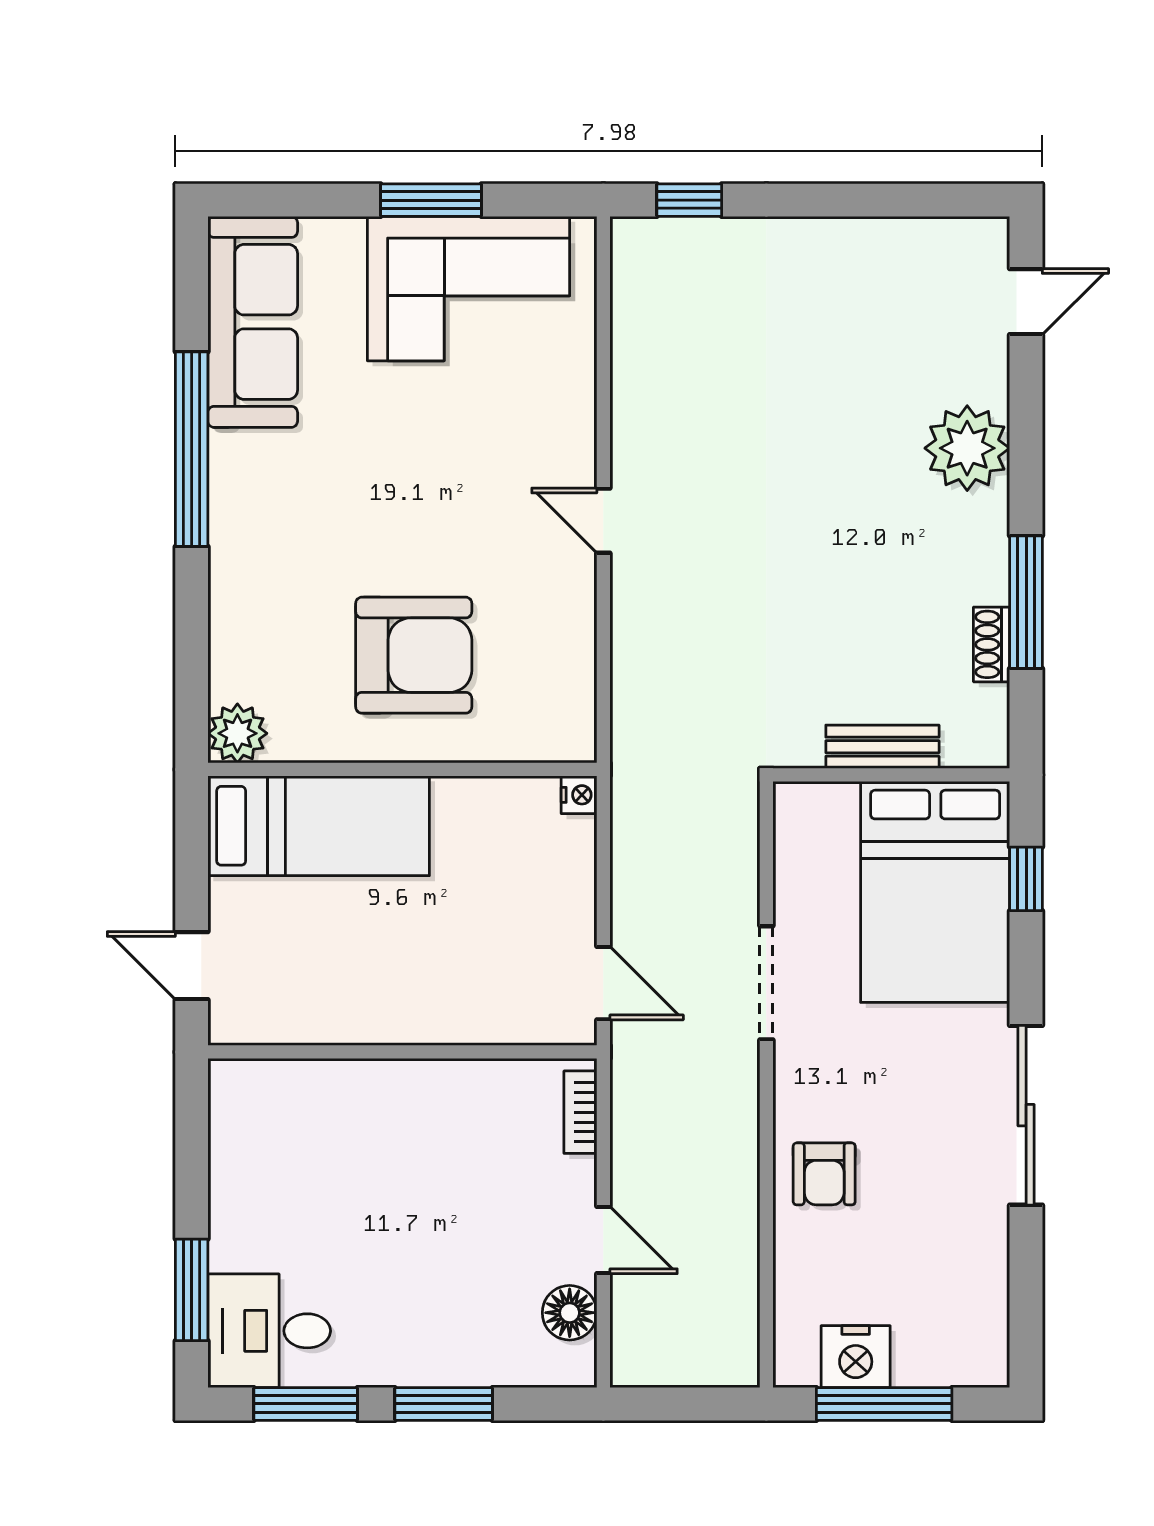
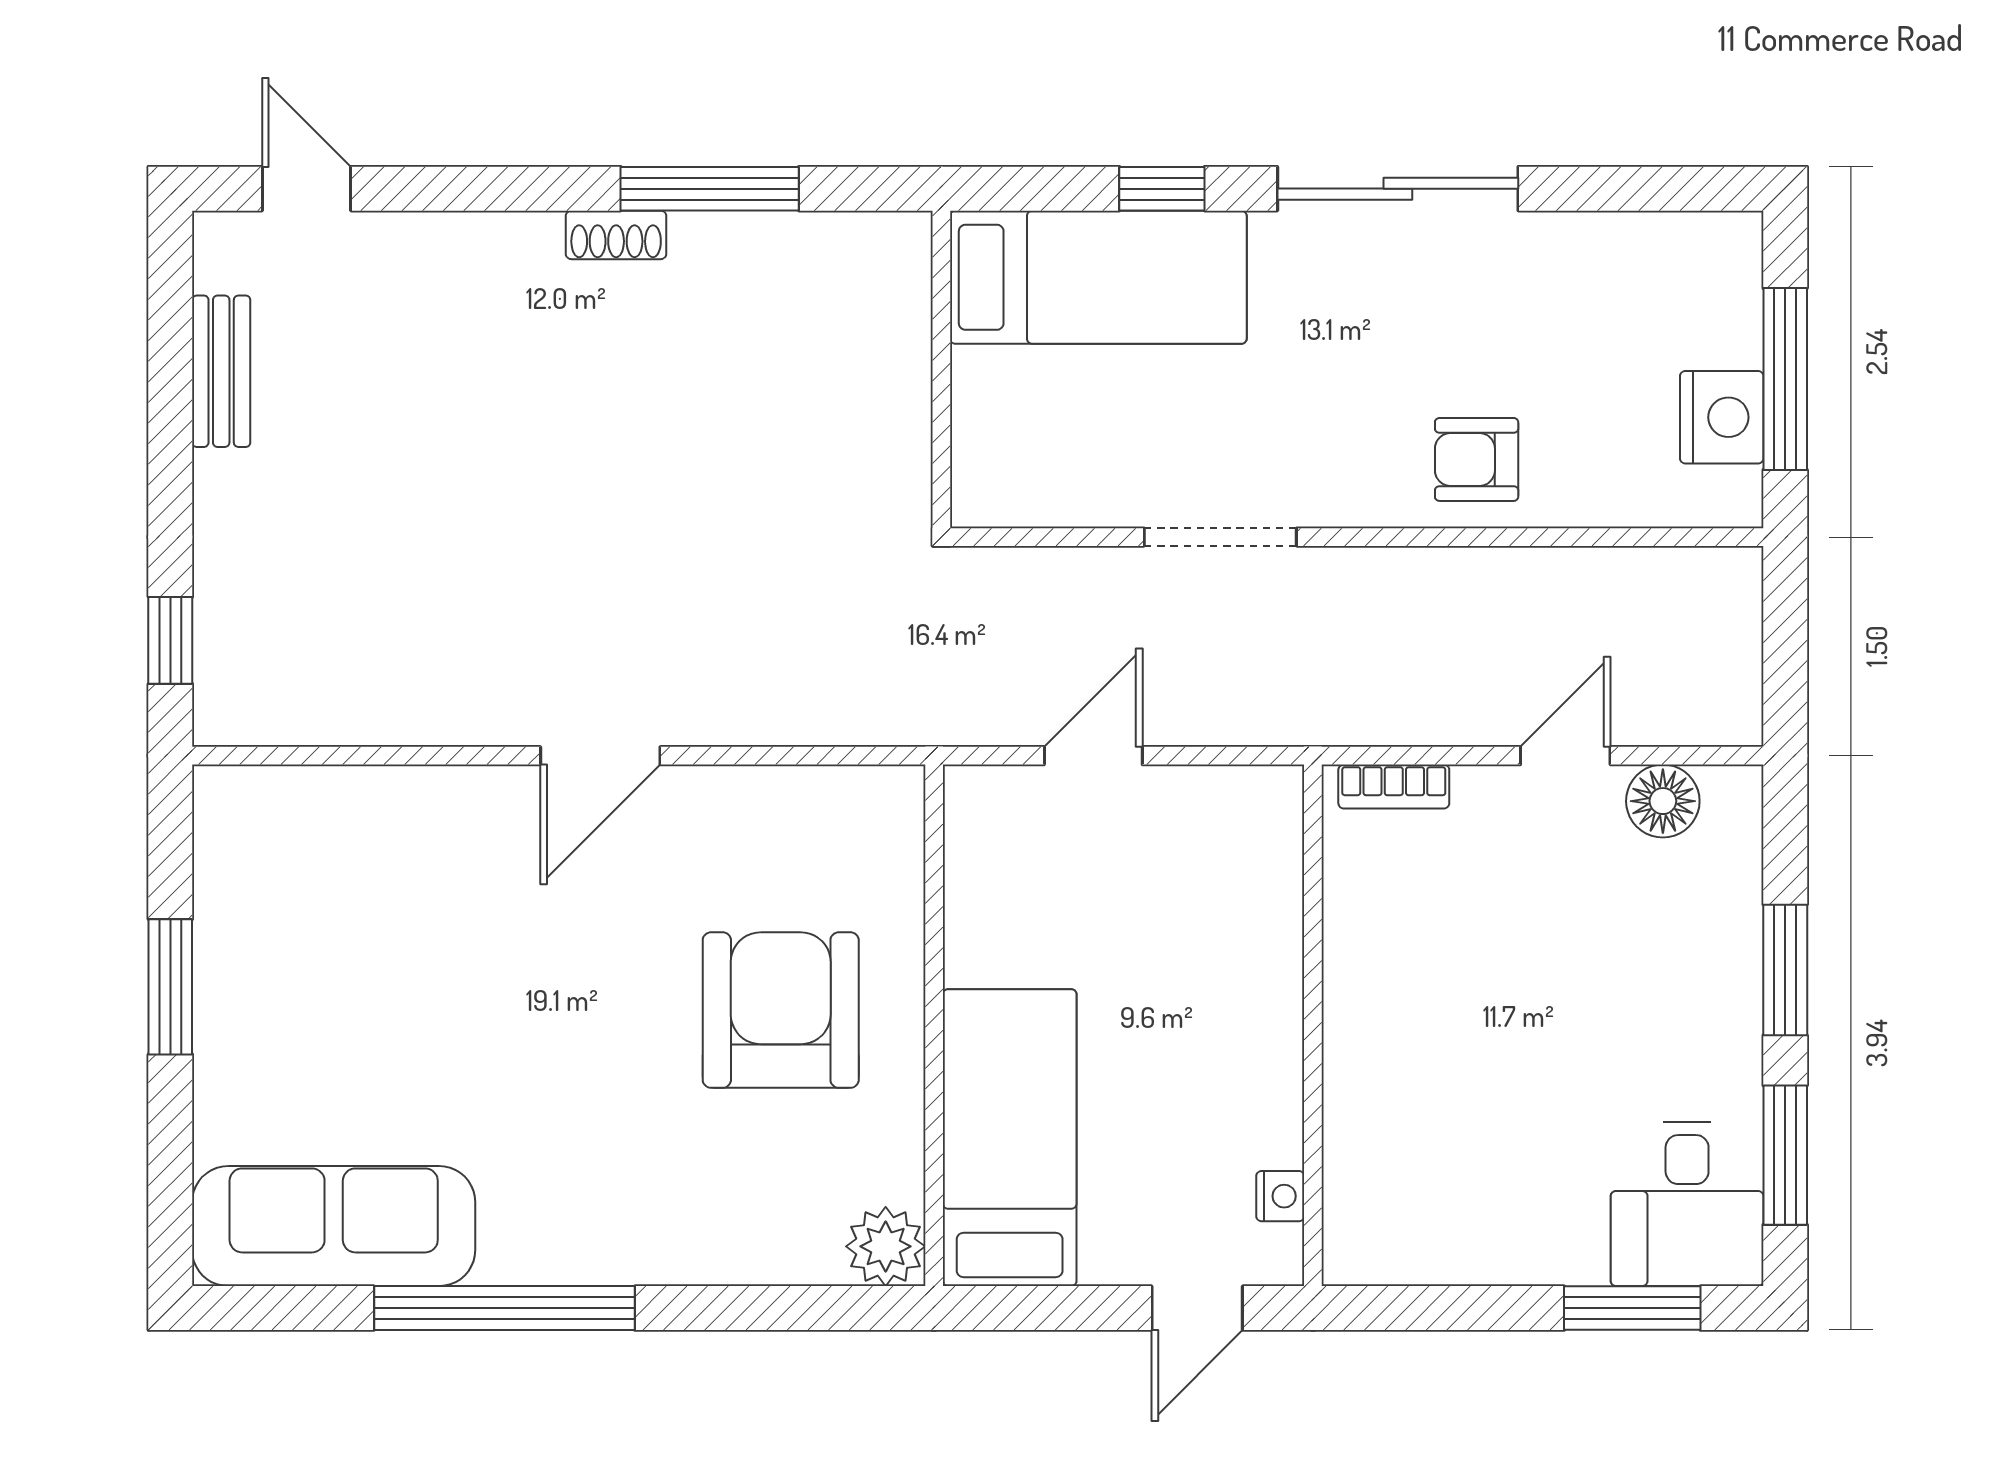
corner sofa: (468, 289) -> (289, 937), removed
plant: (967, 448) -> (503, 268), removed
door: (603, 521) -> (600, 756), width x1.38
shoe rack: (992, 644) -> (616, 235), moved
bench: (882, 747) -> (221, 371), moved
nightstand: (579, 795) -> (1280, 1196), moved, turned 90
window: (1026, 879) -> (1162, 189), moved
bed: (935, 892) -> (1098, 277), width x0.67
door: (603, 983) -> (1093, 756), moved
armchair: (824, 1174) -> (1477, 459), turned 180

